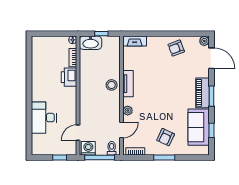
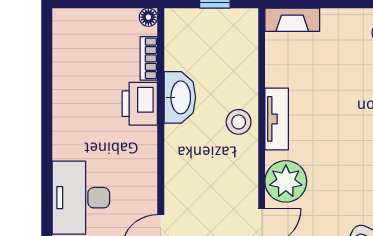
washbasin: (91, 43) -> (180, 97), moved, turned -90
plant: (128, 111) -> (286, 181), width x1.88, depth x1.88

